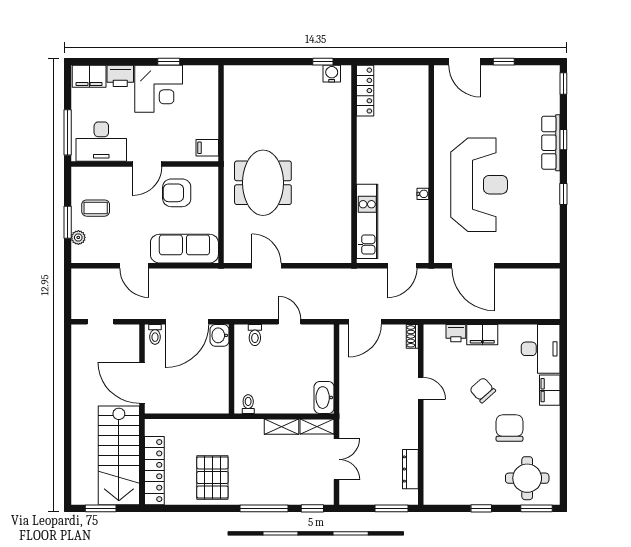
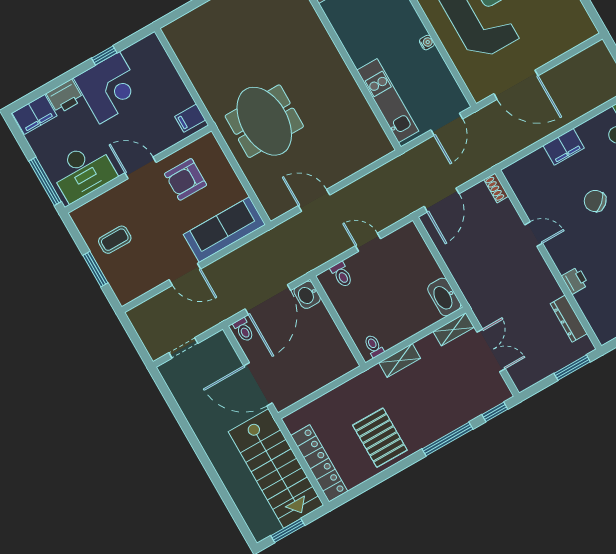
door: (147, 164) -> (141, 168), swing flipped
plant: (78, 237) -> (114, 278), removed
printer: (456, 333) -> (575, 280), moved, turned -90
shelving: (282, 427) -> (400, 360), moved

